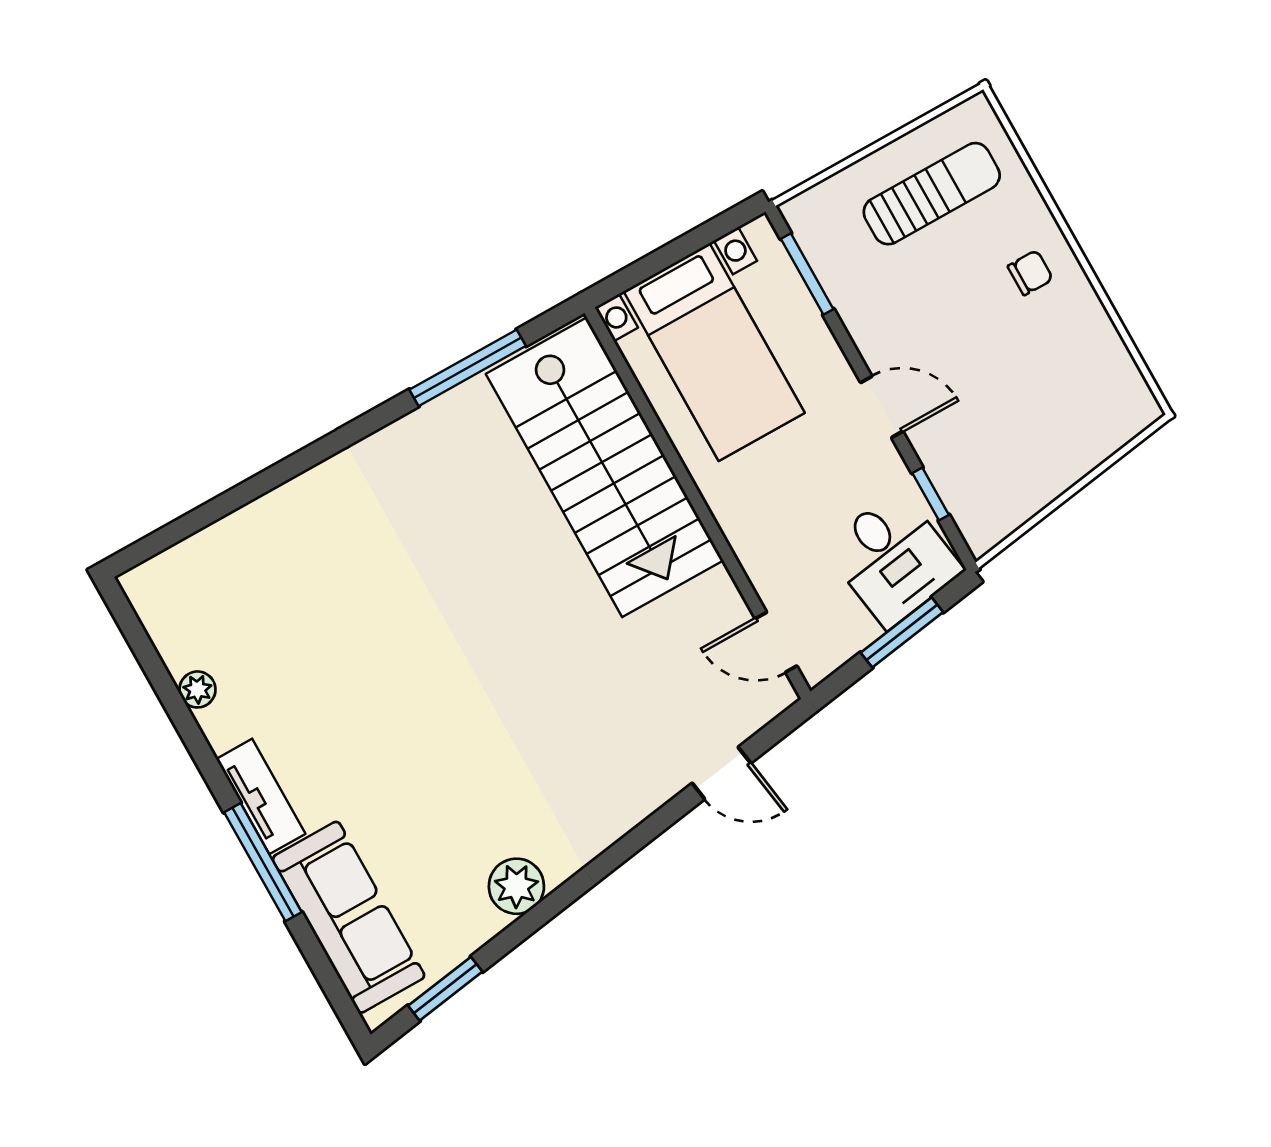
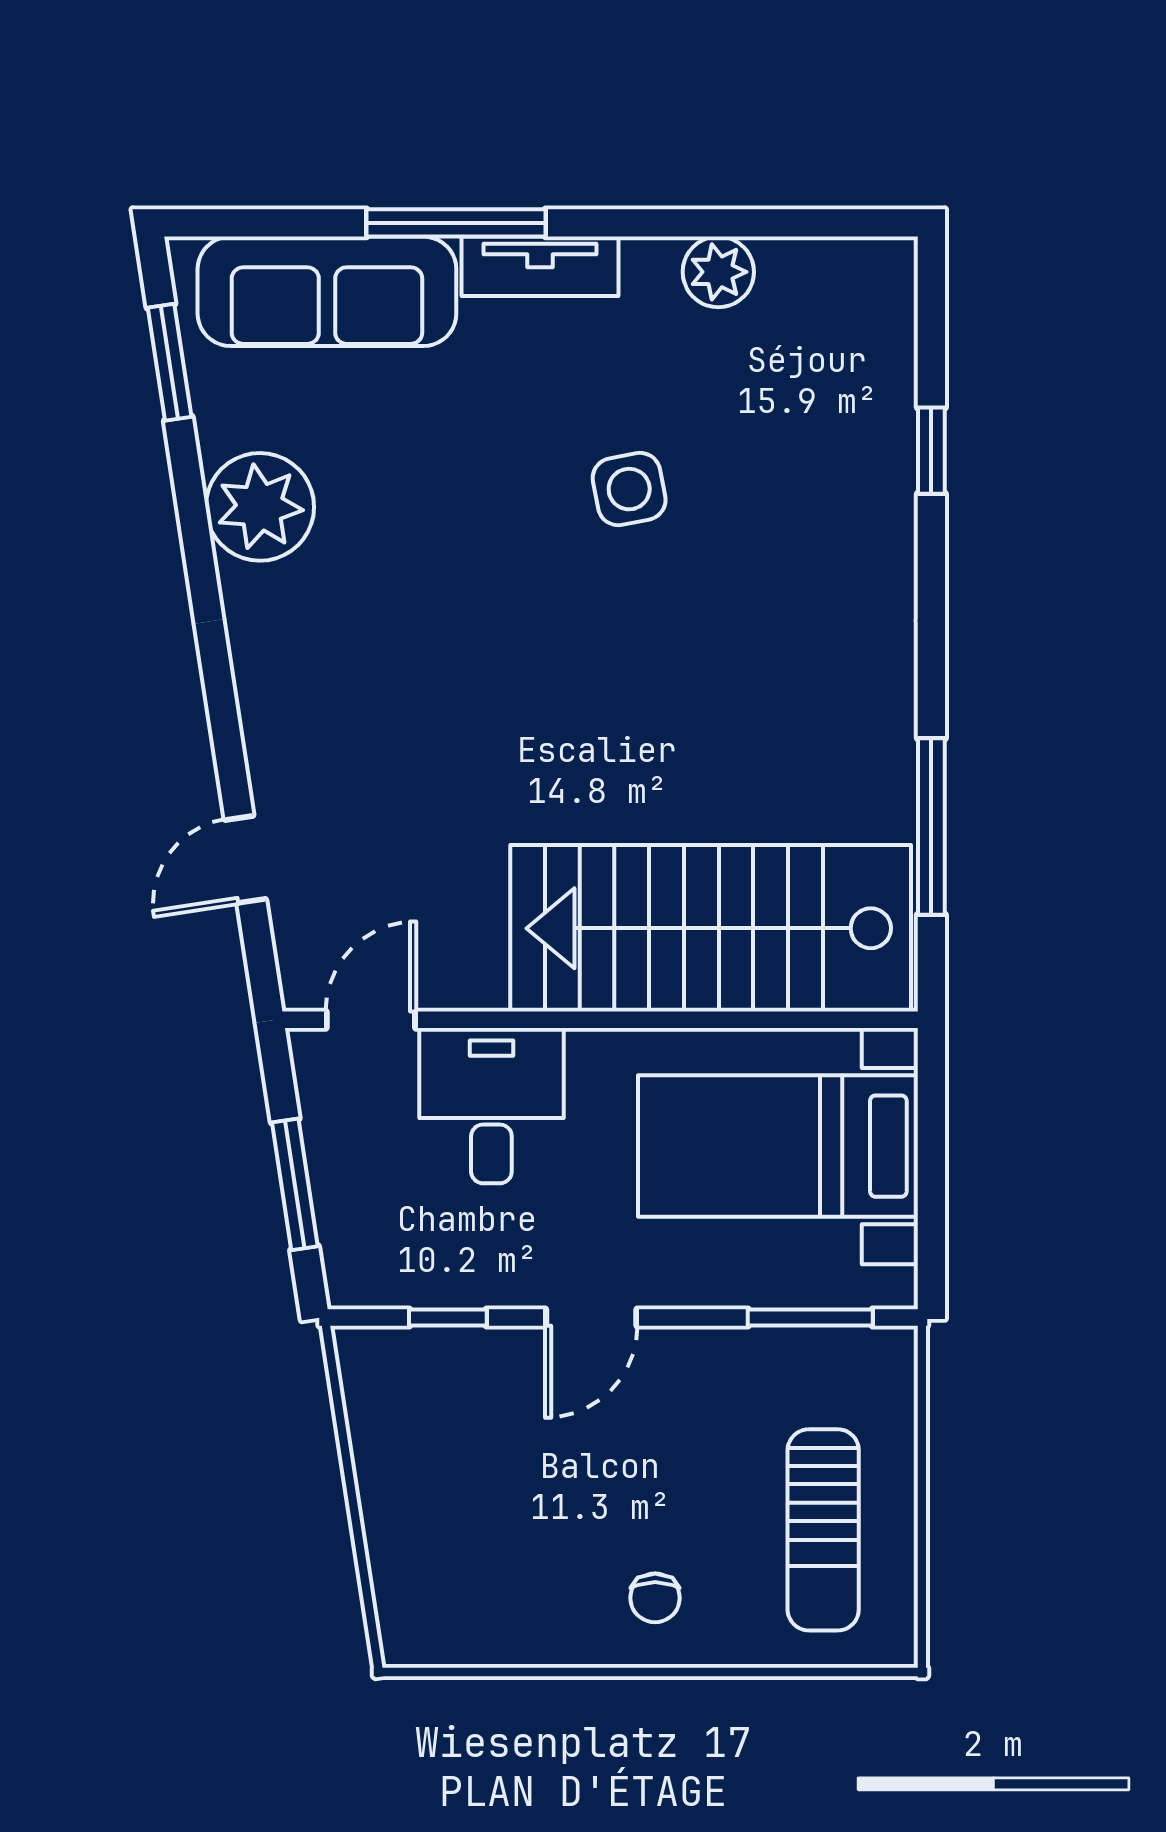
window: (239, 496) -> (931, 451), added
desk: (893, 559) -> (491, 1106), moved, turned 99
side table: (366, 666) -> (629, 489), added
plant: (197, 689) -> (718, 272), width x1.38, depth x1.38
plant: (516, 886) -> (260, 507), width x1.36, depth x1.36

